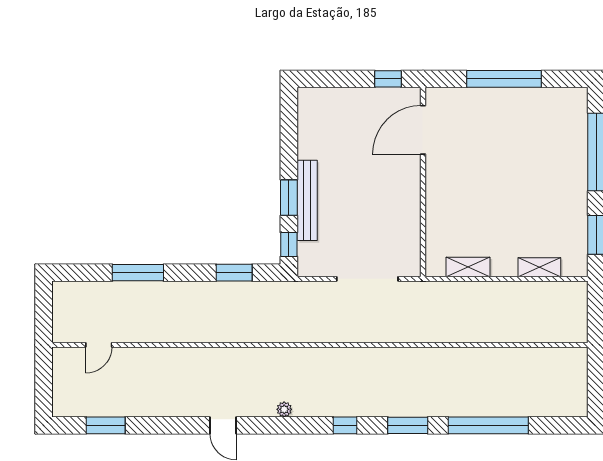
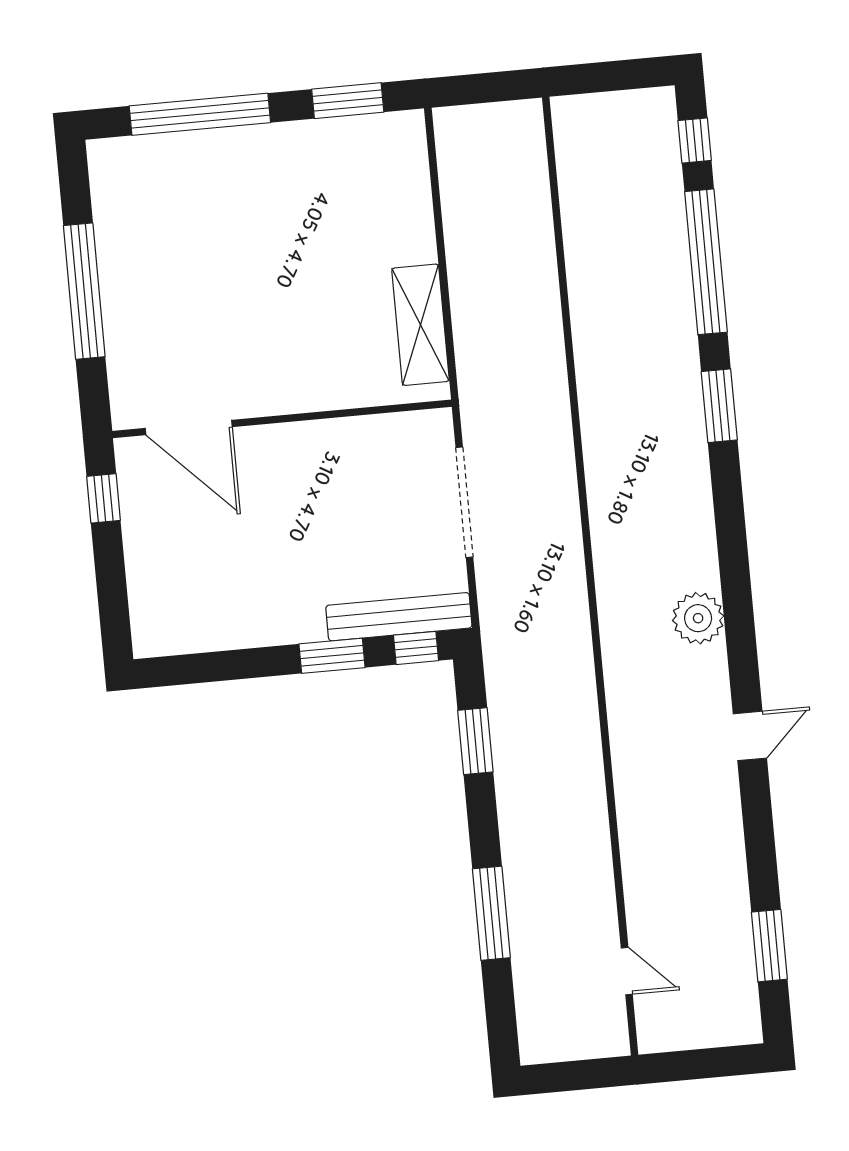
bench: (307, 200) -> (399, 617), moved
shelving: (468, 267) -> (420, 325), width x1.50, depth x1.33
shelving: (539, 267) -> (415, 197), removed
plant: (284, 409) -> (698, 618), width x1.88, depth x1.88
window: (345, 425) -> (695, 141), moved

